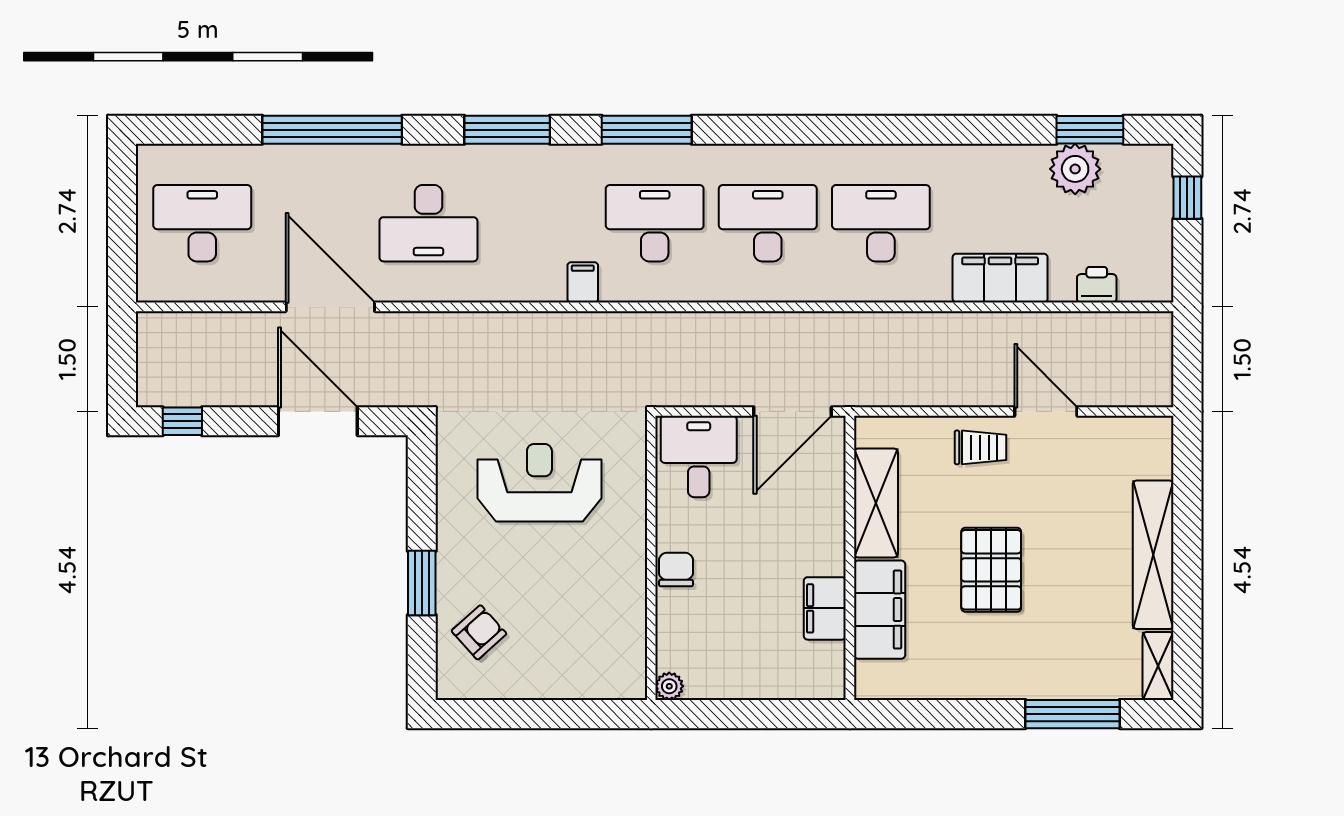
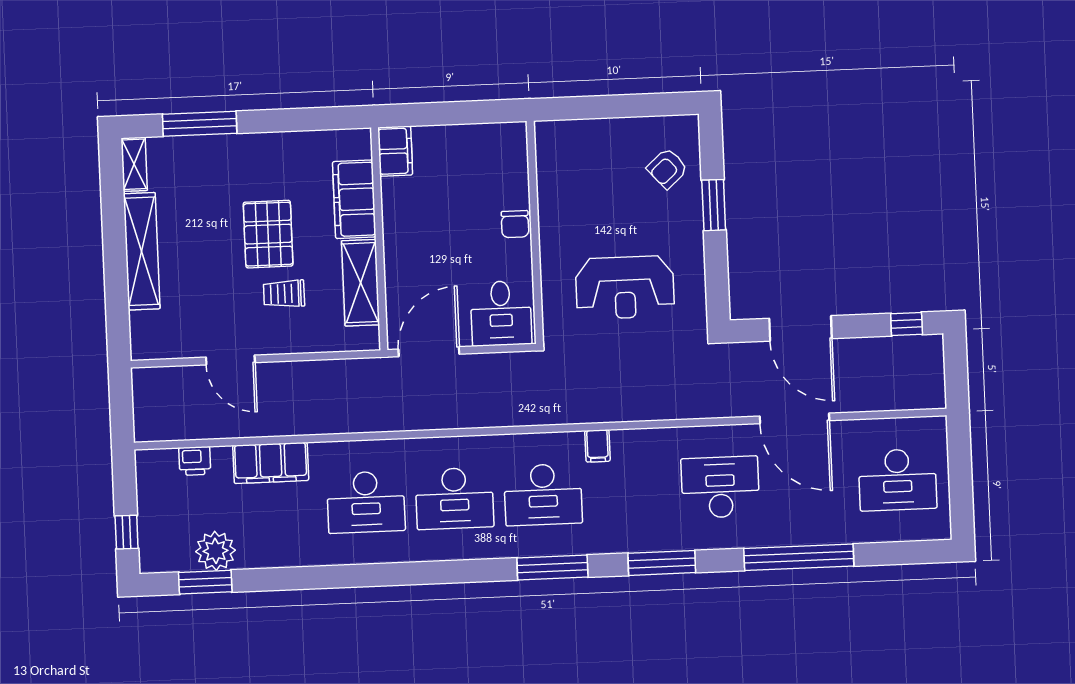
trolley: (981, 447) -> (284, 294), moved
filing cabinet: (825, 608) -> (395, 151), moved
plant: (669, 686) -> (516, 132), removed

